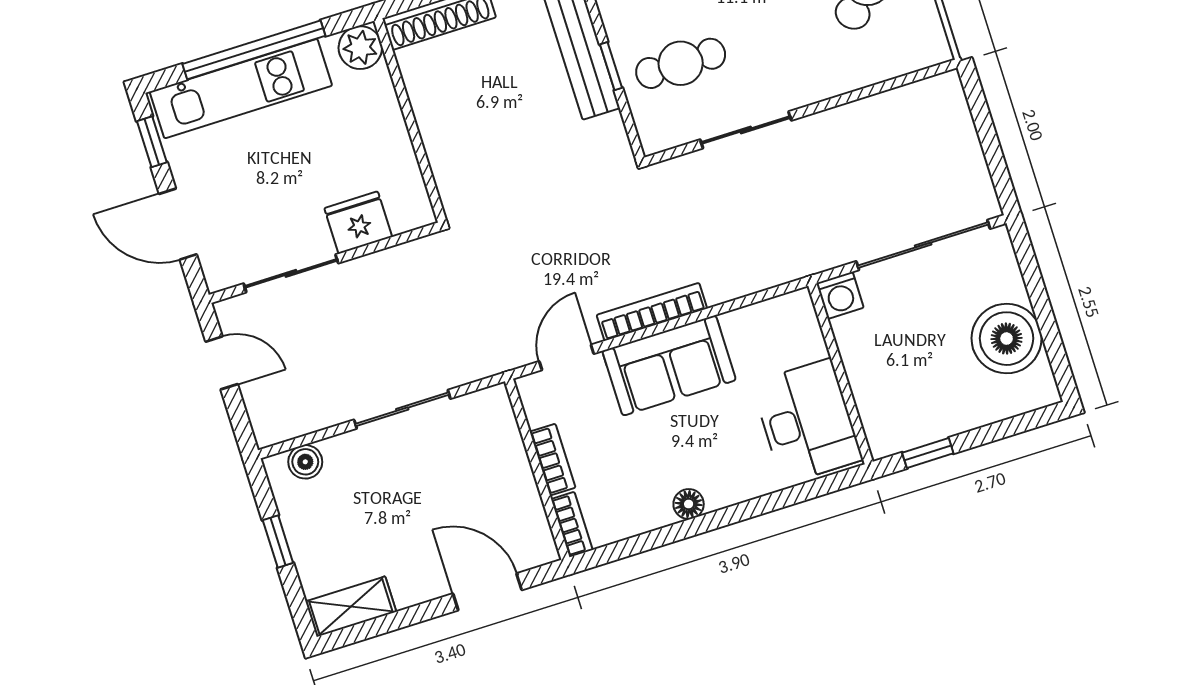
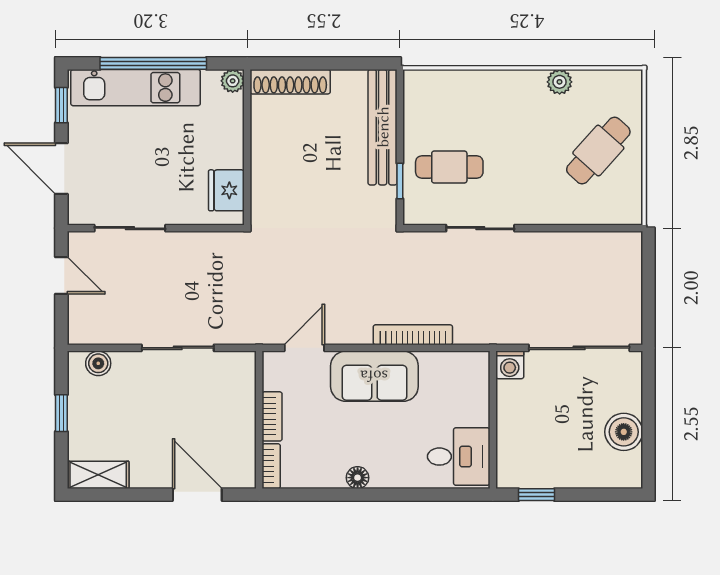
plant: (360, 48) -> (233, 81), width x0.73, depth x0.73
window: (611, 66) -> (400, 181), moved
fridge: (358, 223) -> (226, 190), moved, turned -90
bookcase: (652, 312) -> (413, 335), moved
boiler: (1007, 339) -> (624, 432), width x0.73, depth x0.73
desk: (807, 421) -> (459, 457), width x0.73

